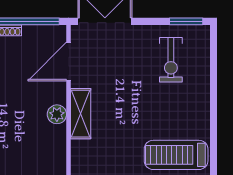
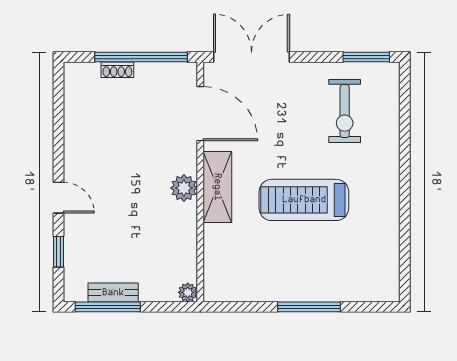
door: (68, 62) -> (200, 114), swing flipped
treadmill: (176, 155) -> (304, 200), moved

